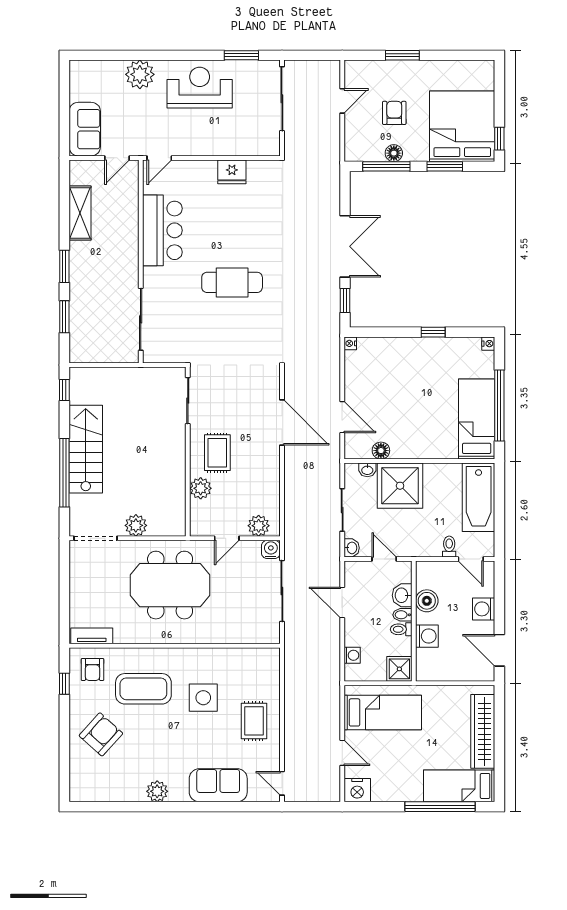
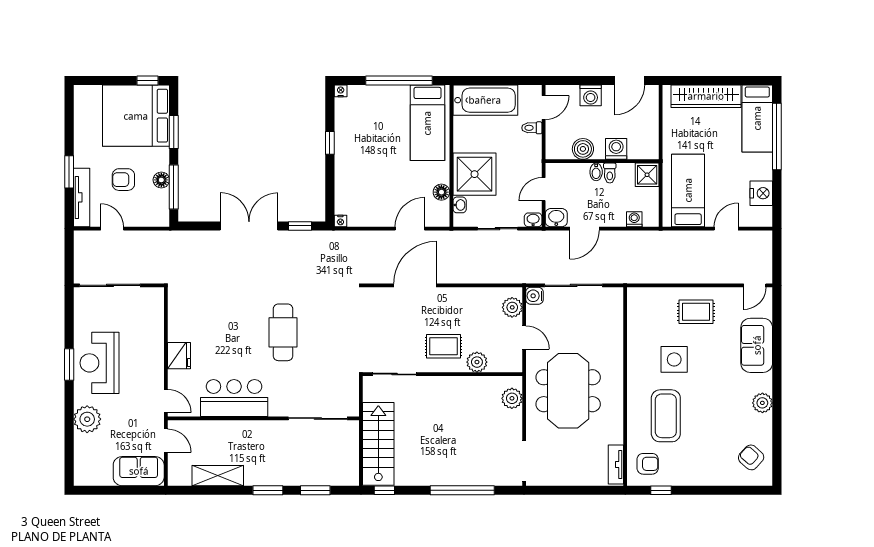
window: (241, 55) -> (69, 365), moved
tv unit: (375, 68) -> (82, 197), added
fridge: (232, 172) -> (179, 356), moved
bed: (477, 419) -> (427, 123), moved, turned -90
stairs: (86, 449) -> (378, 444), moved, turned 90
plant: (136, 525) -> (512, 398), moved
washbasin: (402, 595) -> (556, 218), moved, turned 180
armchair: (101, 734) -> (751, 457), moved, width x0.72, depth x0.72
nightstand: (357, 790) -> (761, 193), moved

